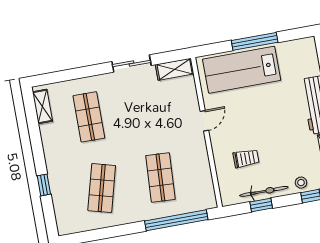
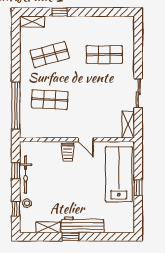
window: (255, 41) -> (138, 188), width x0.46
shelving: (42, 106) -> (32, 21), moved
trolley: (246, 158) -> (68, 152), moved
shop shelf: (102, 188) -> (50, 55), turned -30

